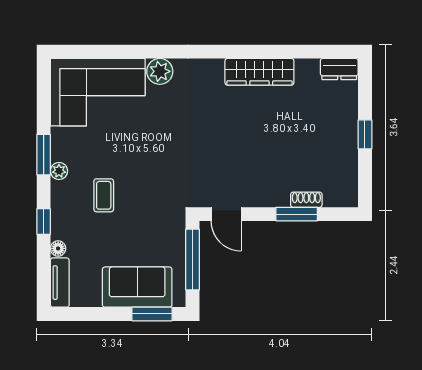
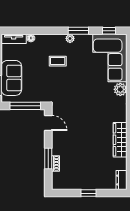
door: (226, 214) -> (48, 123), swing flipped
window: (44, 221) -> (109, 31), moved

